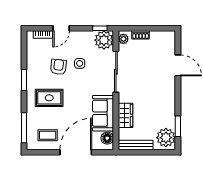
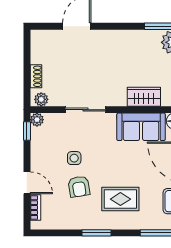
plant: (104, 40) -> (37, 120), width x0.53, depth x0.53
armchair: (58, 67) -> (79, 187), turned -105
sliding door: (116, 72) -> (85, 110), width x0.73
rug: (49, 98) -> (120, 199), turned 90

